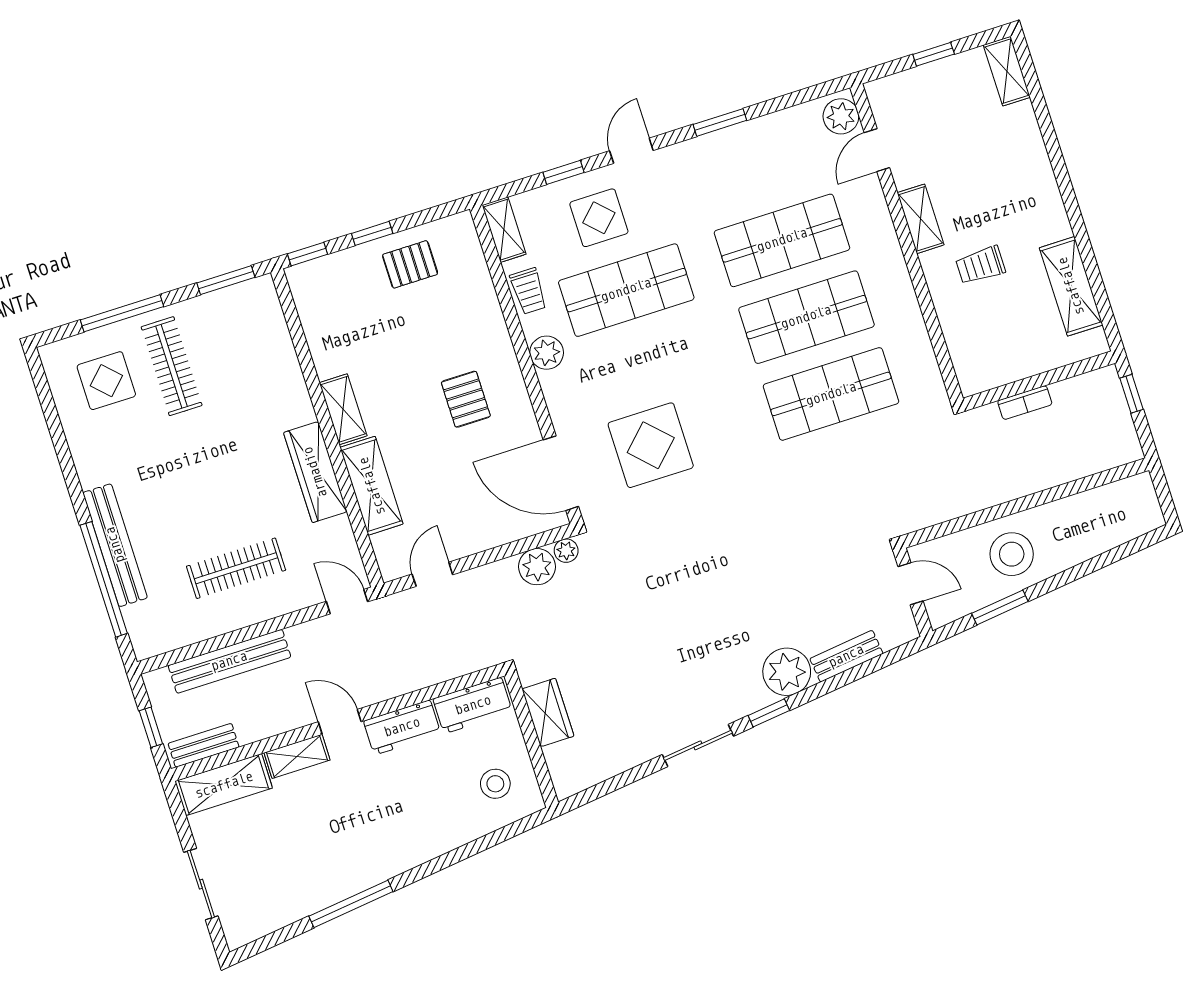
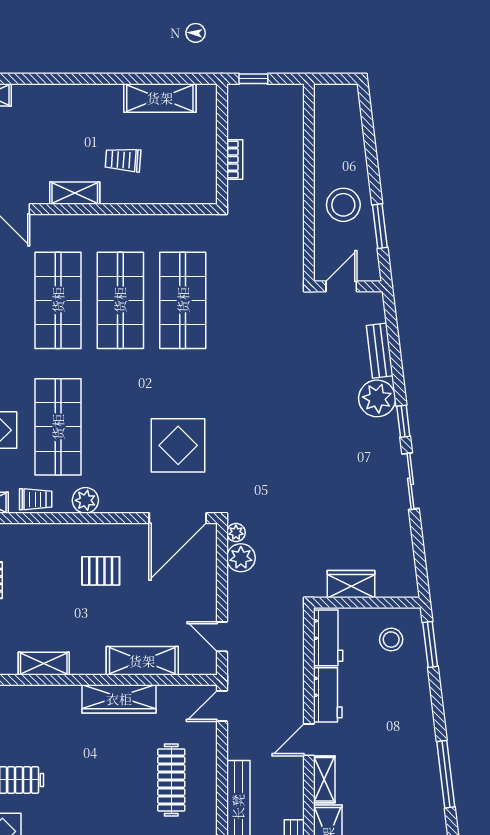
trolley: (980, 265) -> (123, 160), turned 94
shelving: (343, 409) -> (44, 664), moved
window: (505, 834) -> (430, 644), added

